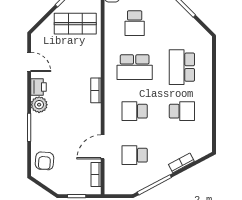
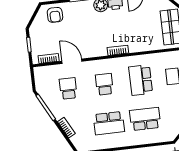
school desk: (182, 111) -> (109, 123), width x1.85
armchair: (45, 161) -> (55, 15), turned -94

